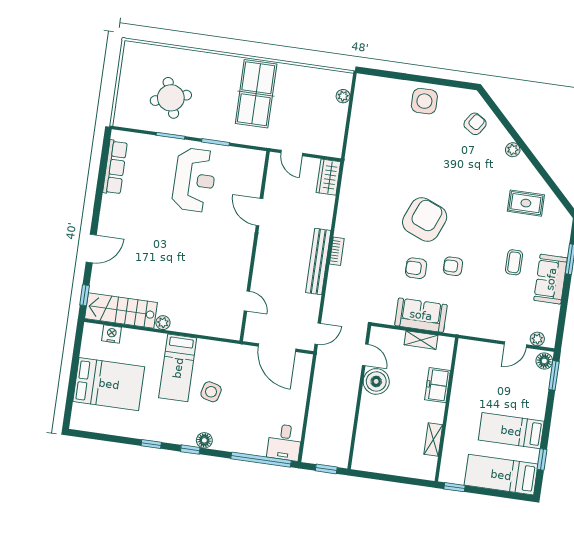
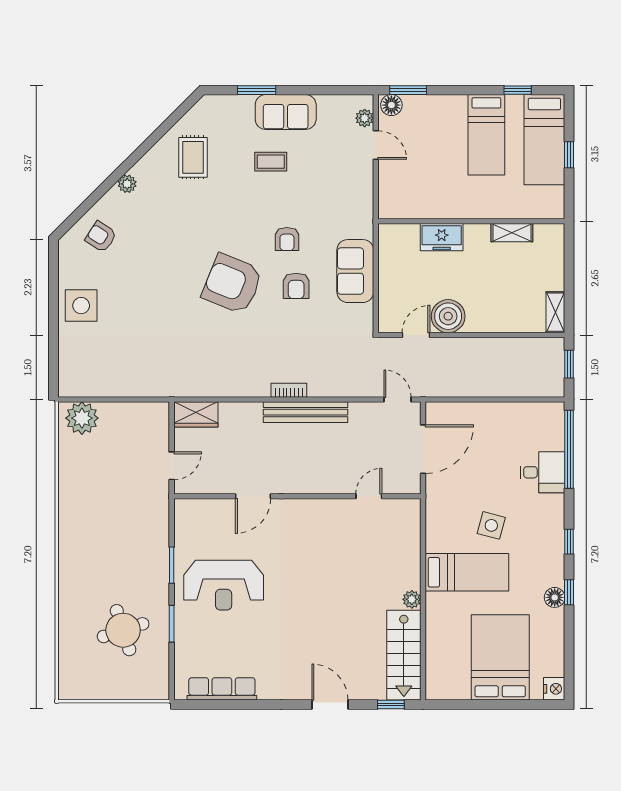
table tennis table: (256, 94) -> (102, 522), removed
plant: (343, 96) -> (82, 418), width x1.88, depth x1.88
reception desk: (194, 180) -> (224, 585), turned 180
nightstand: (112, 334) -> (554, 689), moved, turned 180
shelving: (421, 340) -> (555, 312), moved
floor lamp: (204, 440) -> (555, 597), moved
desk: (285, 442) -> (542, 472), moved
window: (455, 487) -> (569, 155), moved

